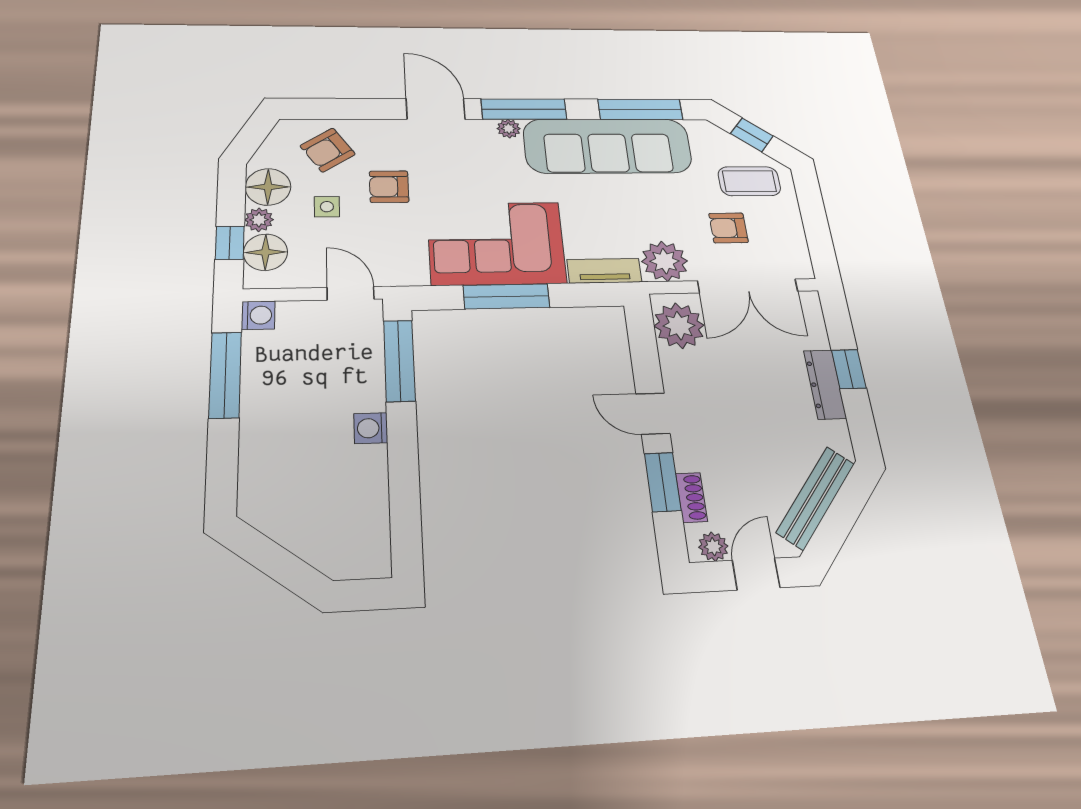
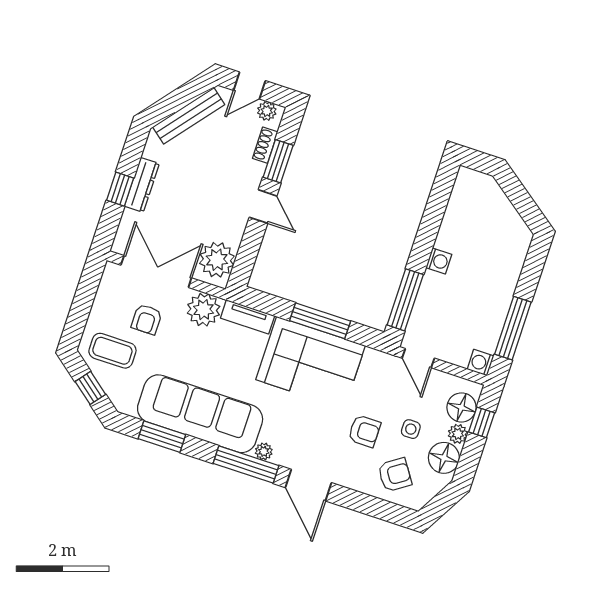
window: (640, 109) -> (162, 437), width x0.69
armchair: (728, 228) -> (147, 319), turned 90

